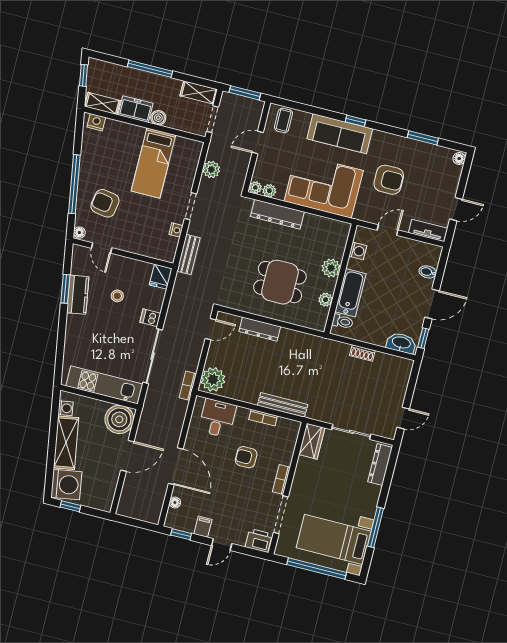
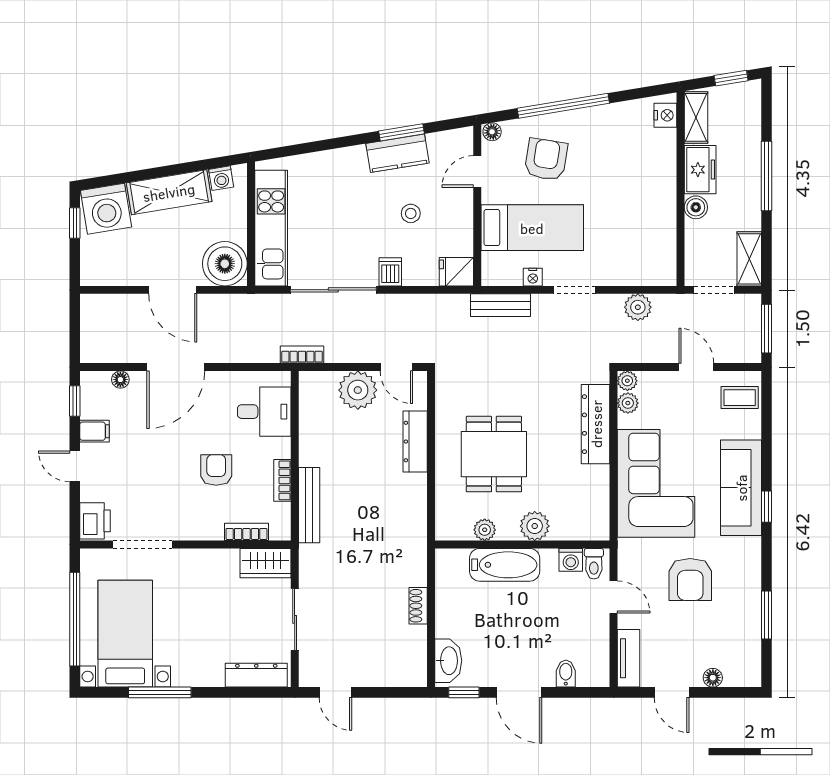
floor lamp: (459, 159) -> (713, 678), moved
bed: (153, 163) -> (532, 228), moved, turned 180
toilet: (343, 322) -> (594, 564), moved
plant: (213, 379) -> (358, 390), moved
bookcase: (281, 480) -> (247, 532), moved

